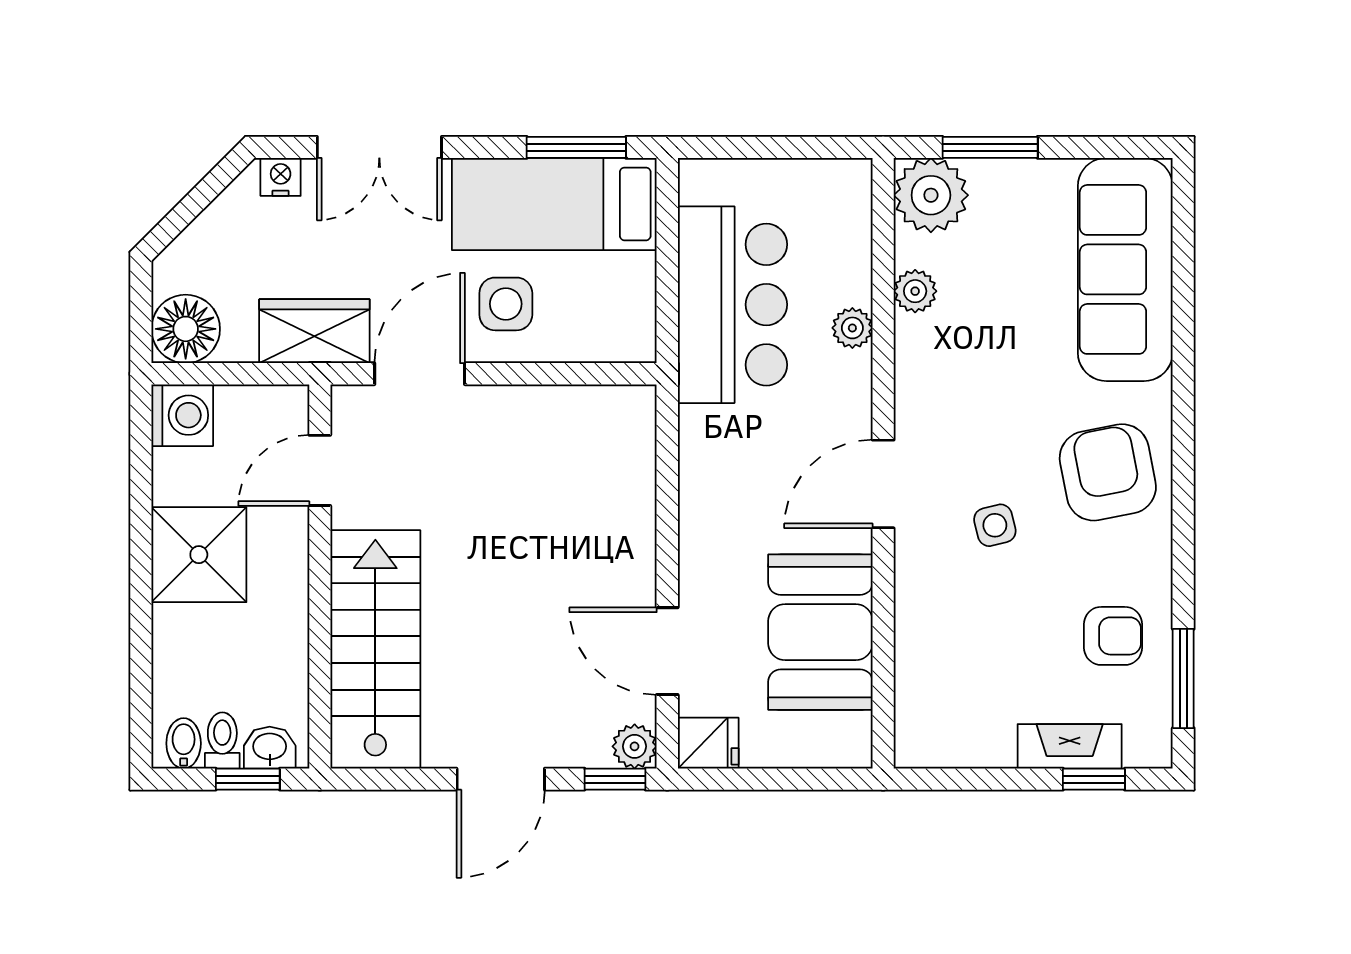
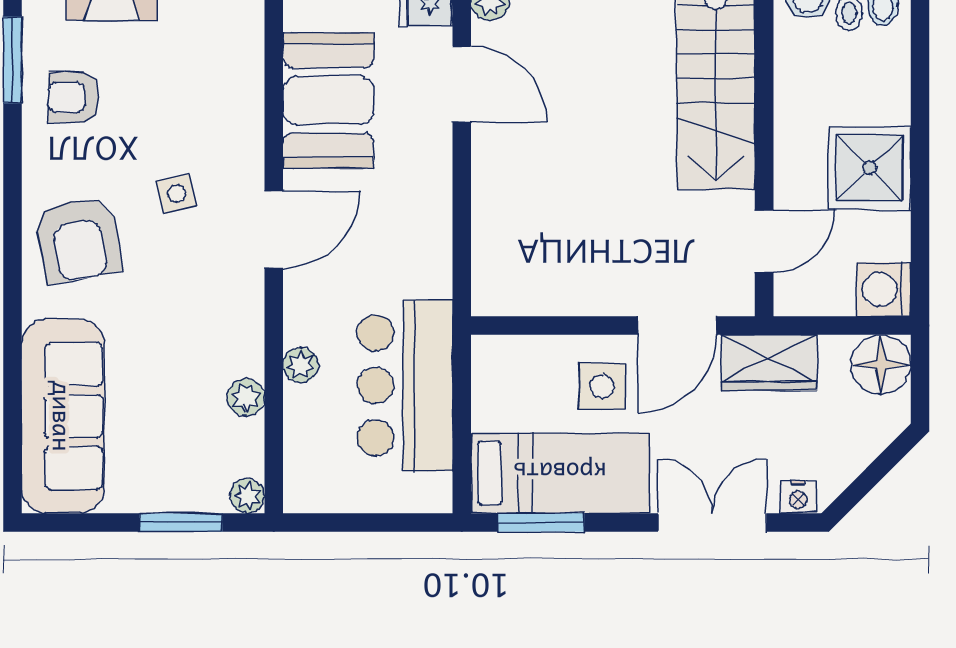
plant: (931, 195) -> (247, 496), width x0.53, depth x0.53

